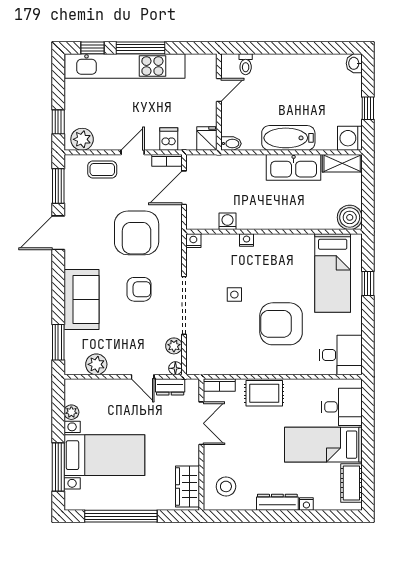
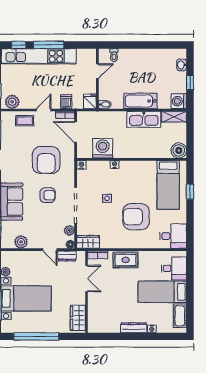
washbasin: (354, 63) -> (182, 65), moved
door: (184, 188) -> (76, 132), hinge flipped
washing machine: (227, 221) -> (103, 148), width x1.89, depth x1.89
wardrobe: (204, 364) -> (88, 242), added
stool: (226, 486) -> (102, 318), removed

